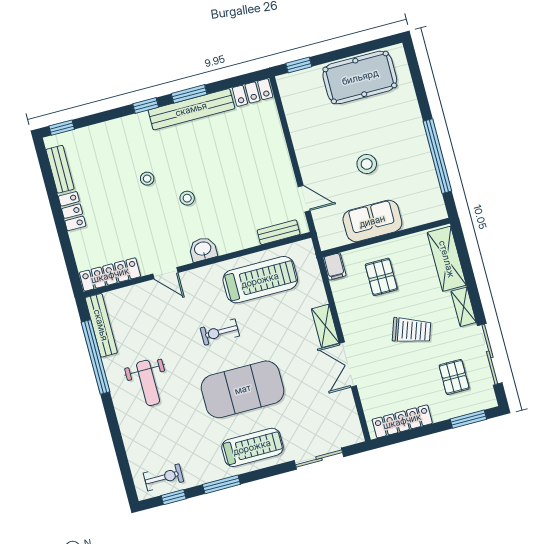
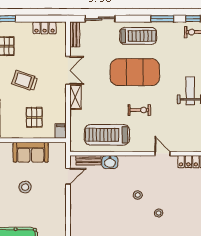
door: (304, 199) -> (68, 176), swing flipped
washbasin: (203, 249) -> (110, 162), moved
locker: (402, 421) -> (45, 28), width x0.66
bench: (352, 424) -> (75, 34), added
treadmill: (252, 447) -> (138, 36), turned 180

